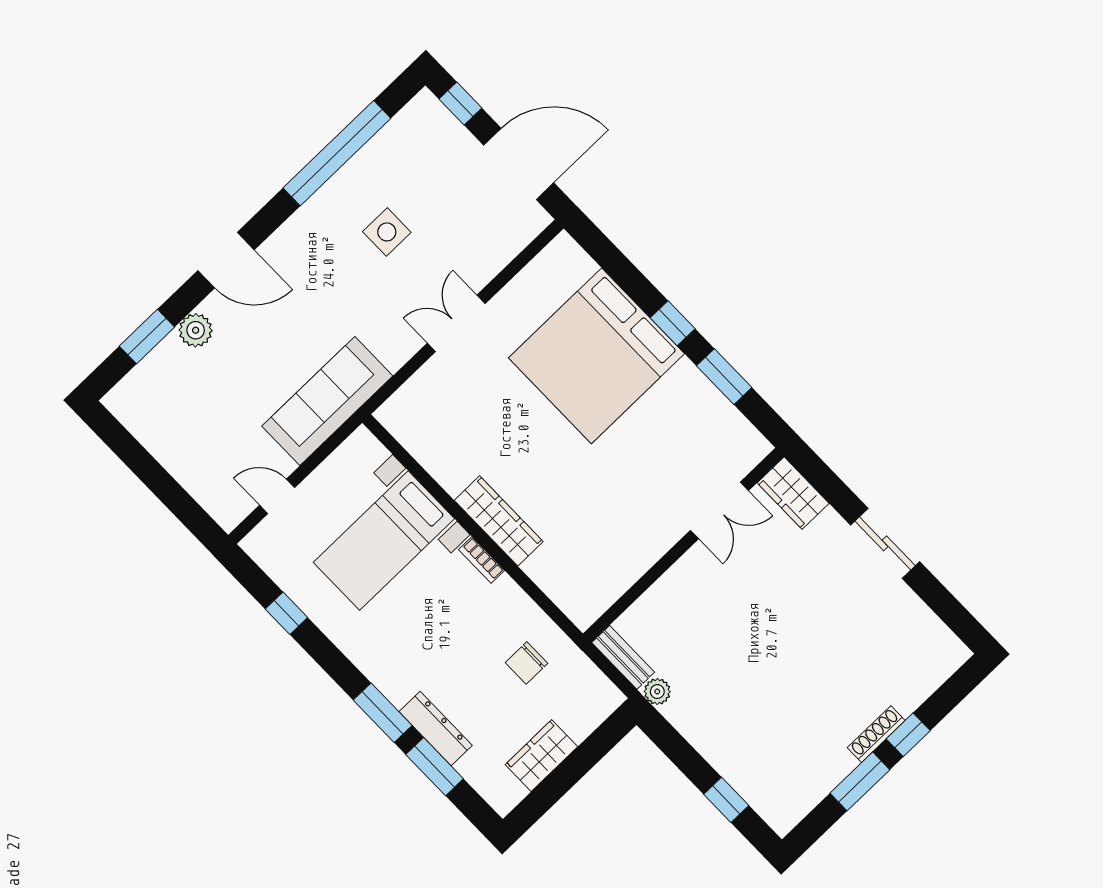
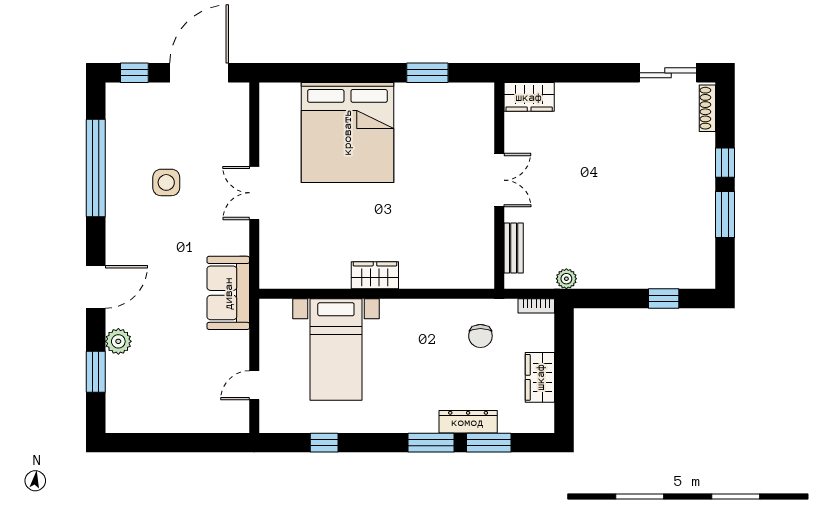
window: (673, 323) -> (370, 73), removed
sofa: (327, 401) -> (228, 293), width x0.73
double door: (719, 510) -> (499, 180), moved
wardrobe: (499, 521) -> (375, 275), width x0.67
sliding door: (885, 543) -> (668, 73), moved
bookcase: (481, 560) -> (536, 306), moved
bench: (623, 657) -> (514, 248), moved, turned 90
shoe rack: (876, 734) -> (707, 108), moved

